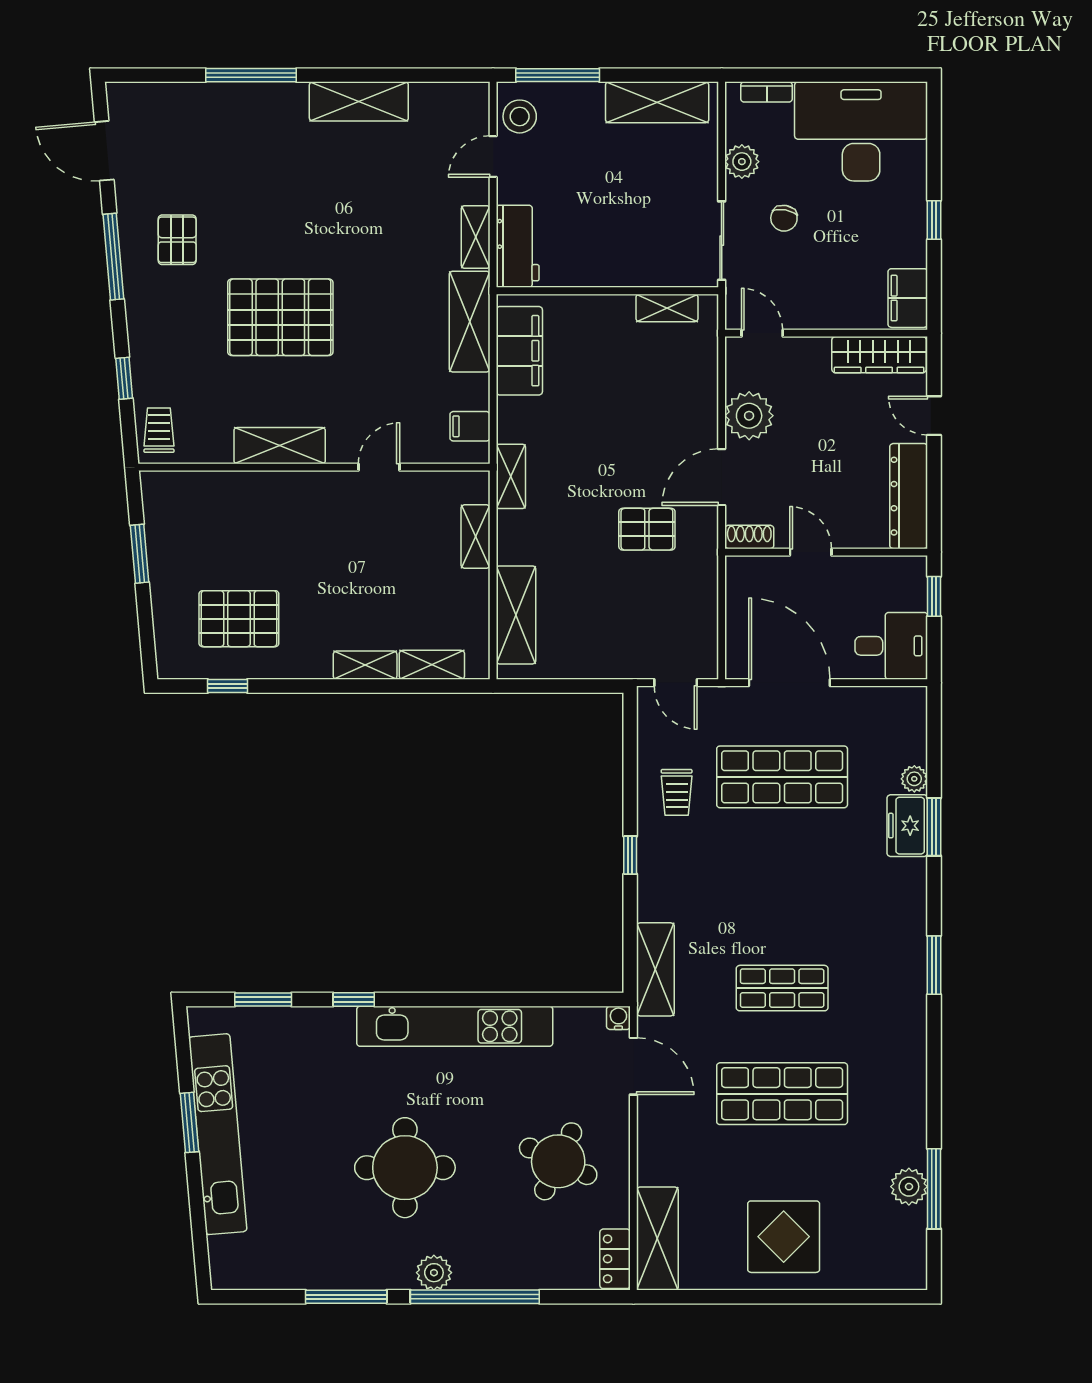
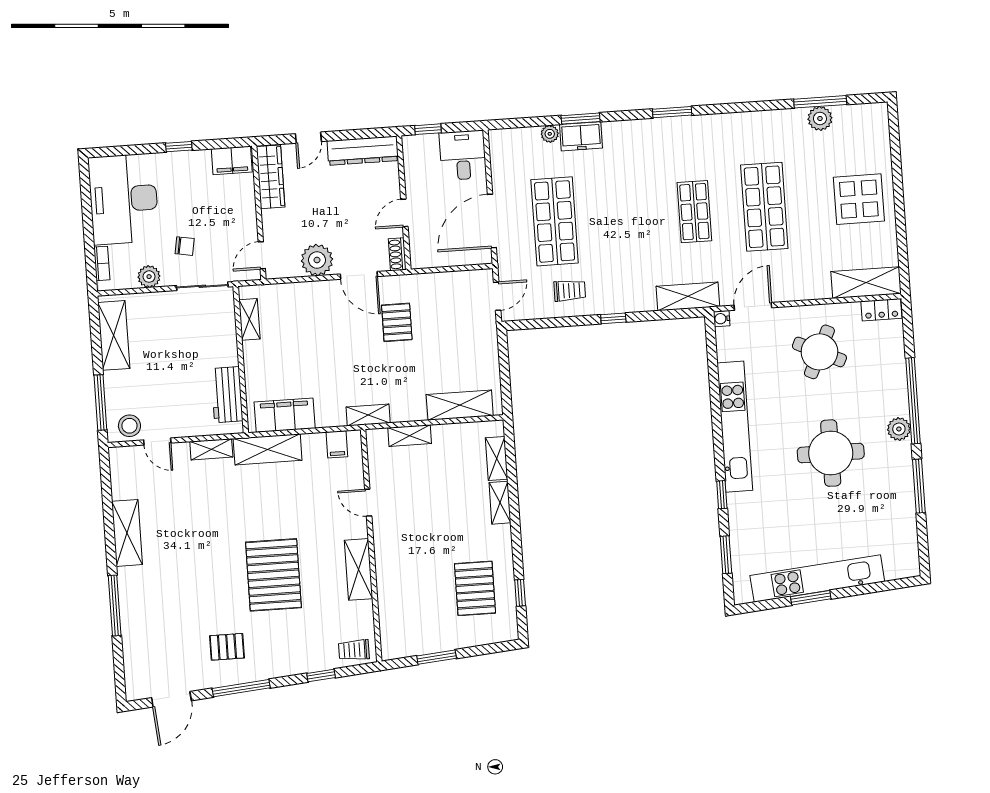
workbench: (518, 246) -> (227, 395), moved, turned -90

